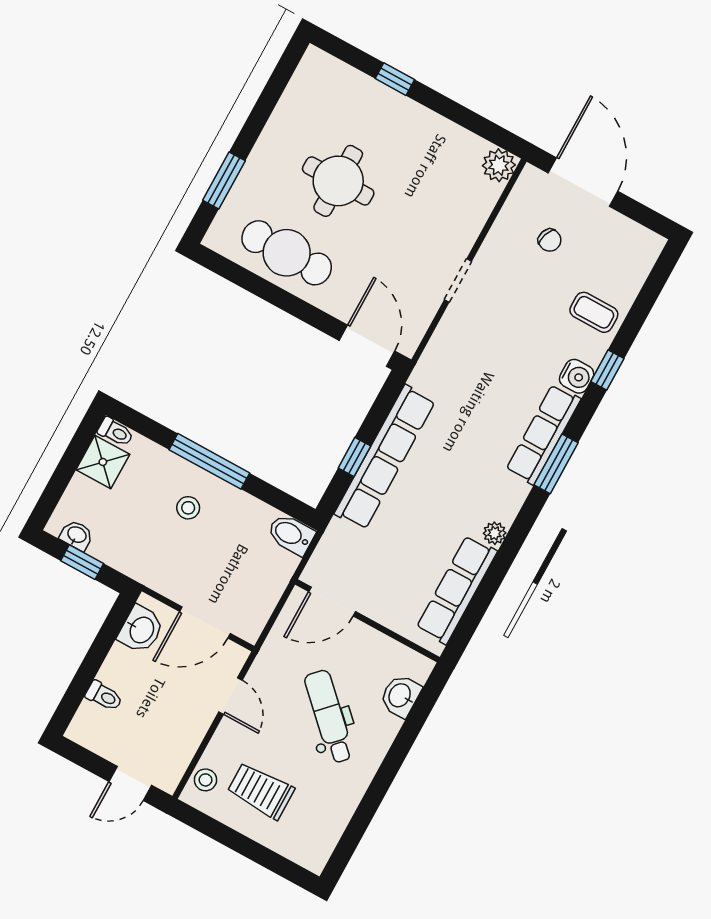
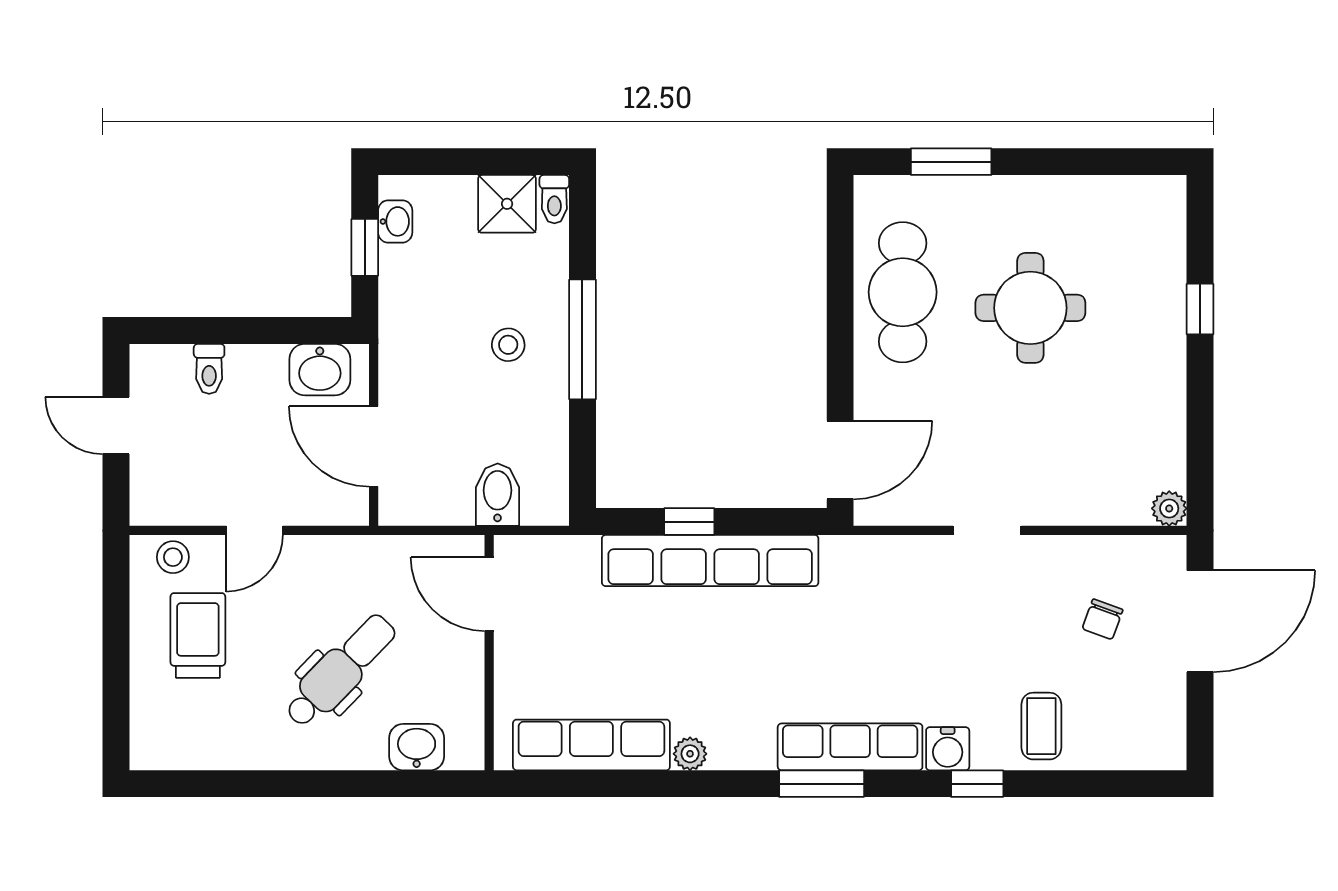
plant: (499, 165) -> (1169, 508), width x0.73, depth x0.73
bidet: (291, 534) -> (498, 495), moved
door: (230, 696) -> (254, 530), moved
door: (130, 783) -> (116, 426), moved

